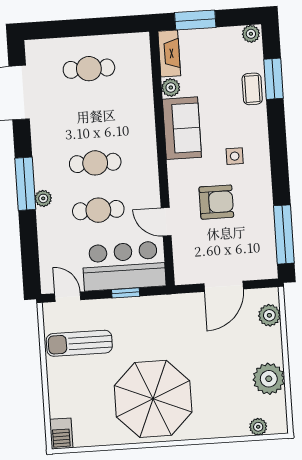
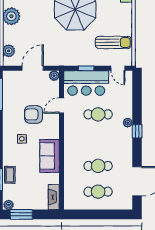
window: (195, 20) -> (21, 214), moved
plant: (171, 87) -> (54, 76), moved
cafe table: (95, 163) -> (98, 166), moved
window: (25, 184) -> (137, 131), width x0.46
door: (166, 222) -> (62, 105), swing flipped

